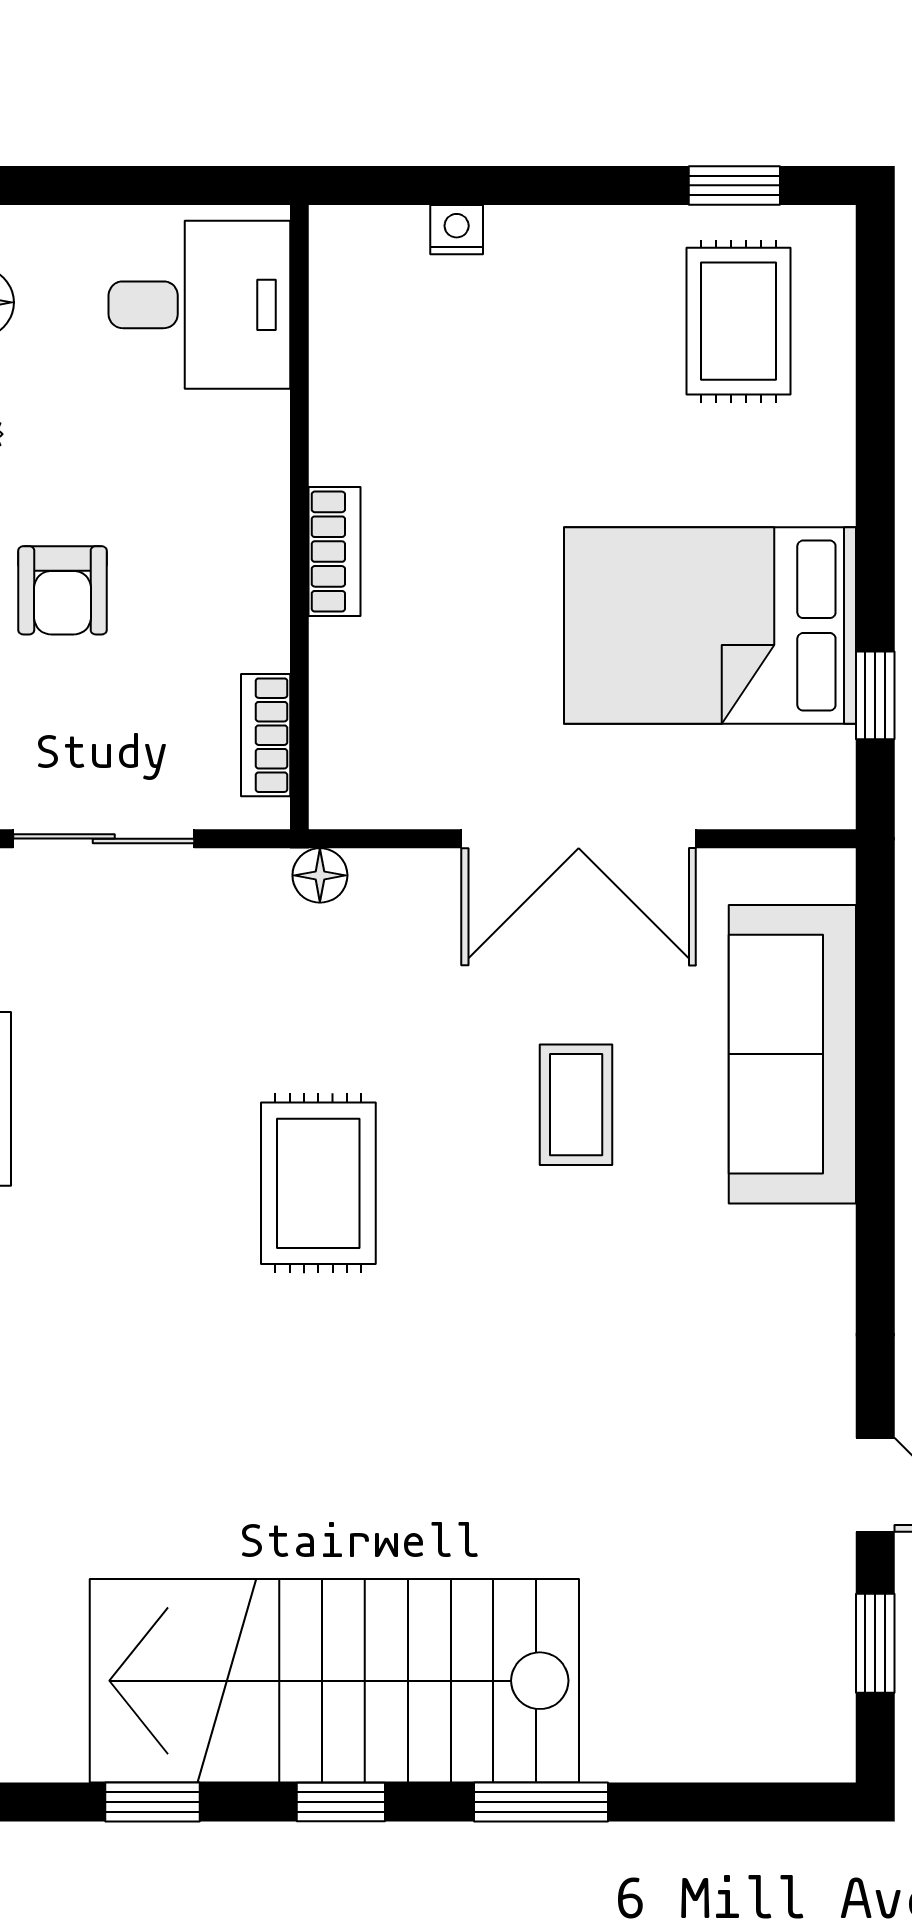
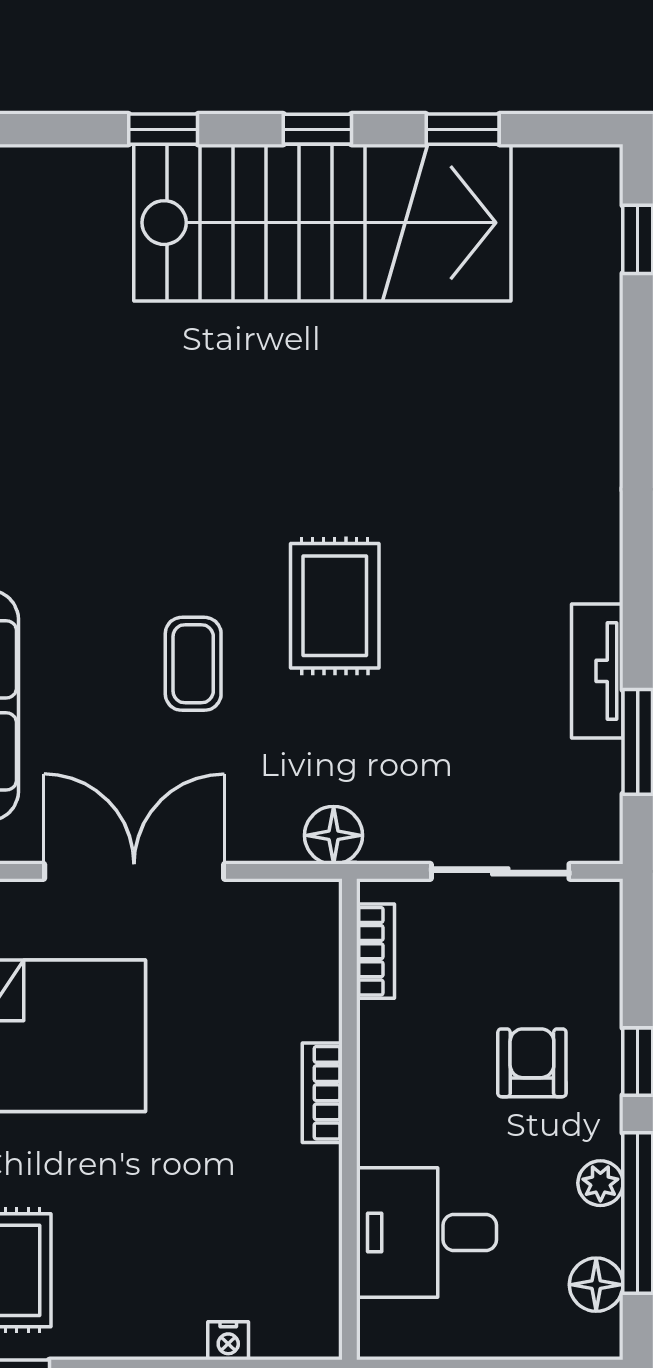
desk: (199, 305) -> (426, 1232), moved
floor lamp: (320, 875) -> (334, 835), width x1.37, depth x1.37
coffee table: (576, 1105) -> (193, 664), moved
window: (541, 1802) -> (163, 129), width x0.67

